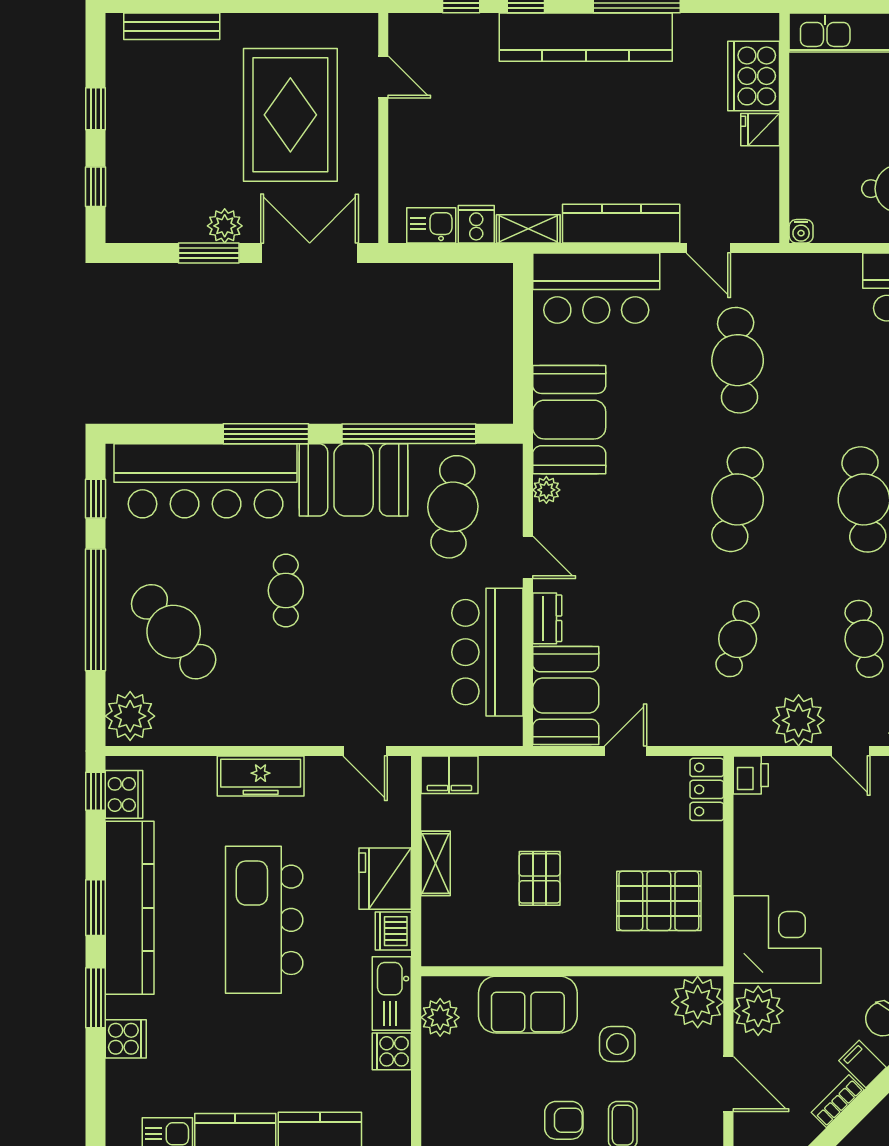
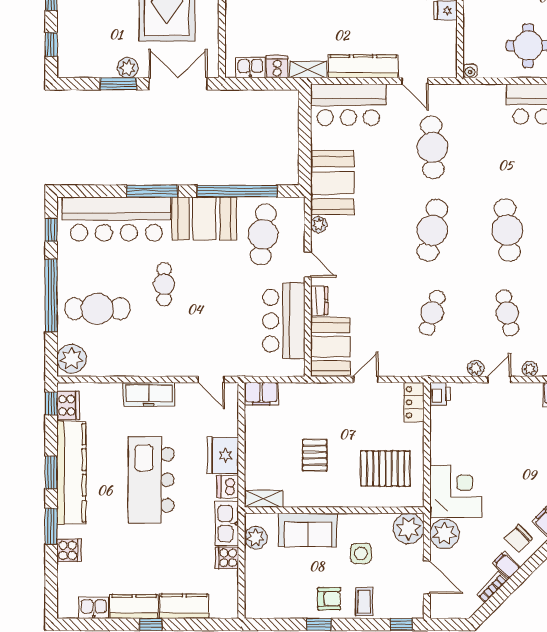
cafe table: (174, 632) -> (97, 309), turned -51
plant: (799, 720) -> (476, 368), width x0.53, depth x0.53
door: (850, 751) -> (499, 379), swing flipped
shelving: (436, 863) -> (263, 499), moved, turned 90

